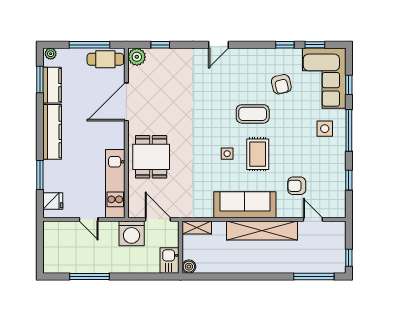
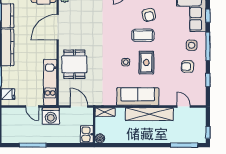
armchair: (281, 84) -> (149, 15), moved
armchair: (297, 186) -> (187, 67), moved
washing machine: (132, 233) -> (51, 116), moved

